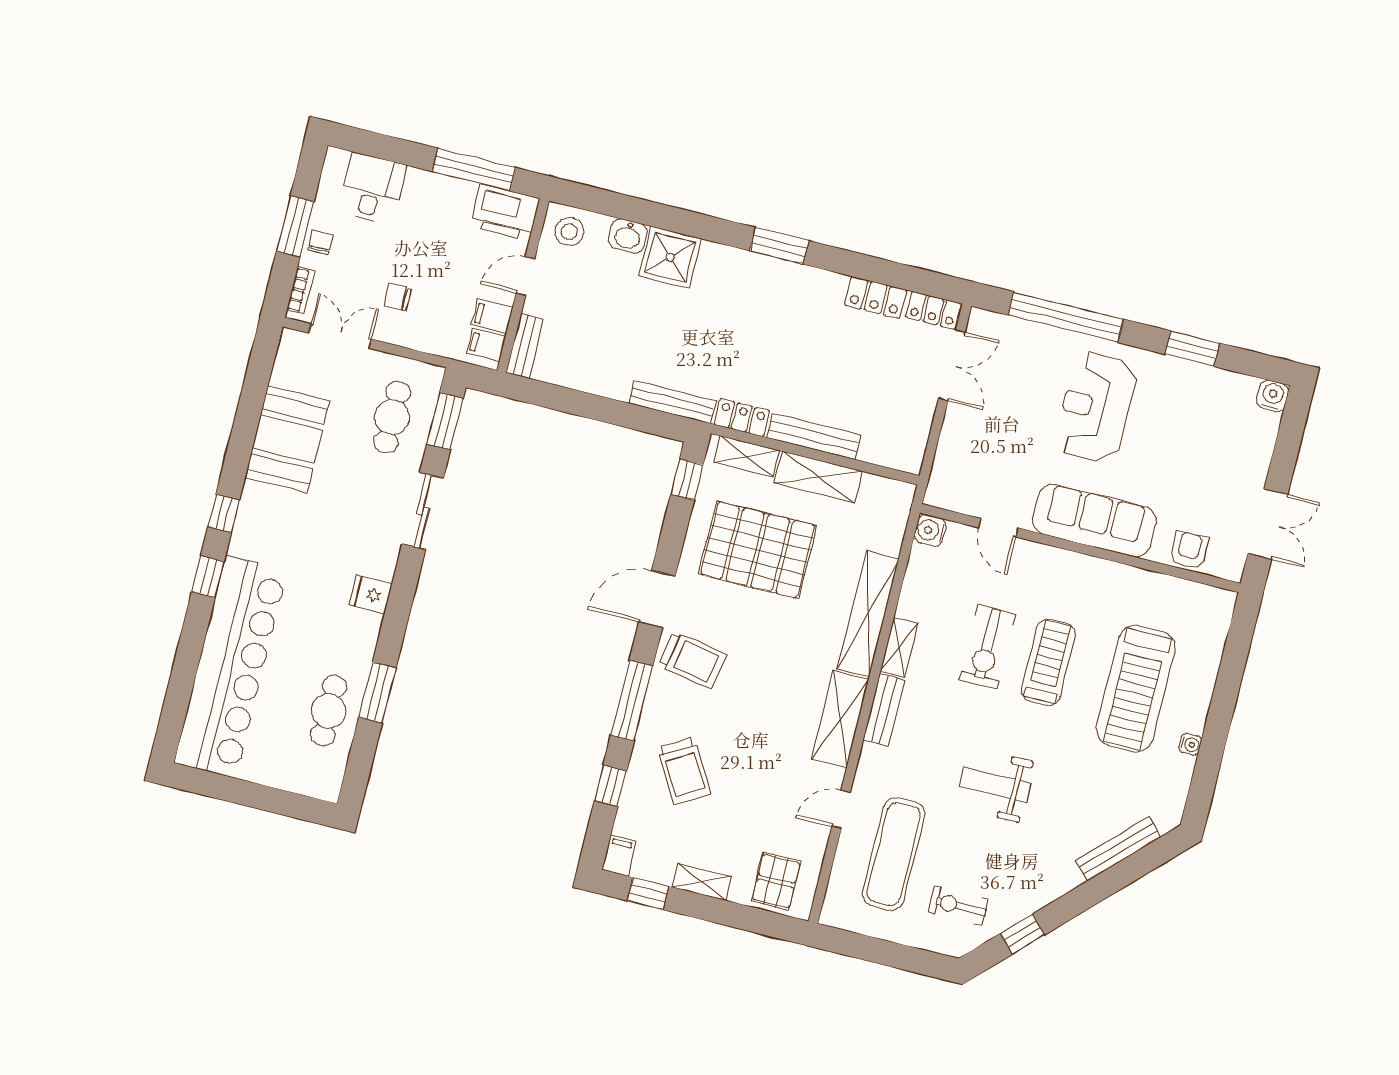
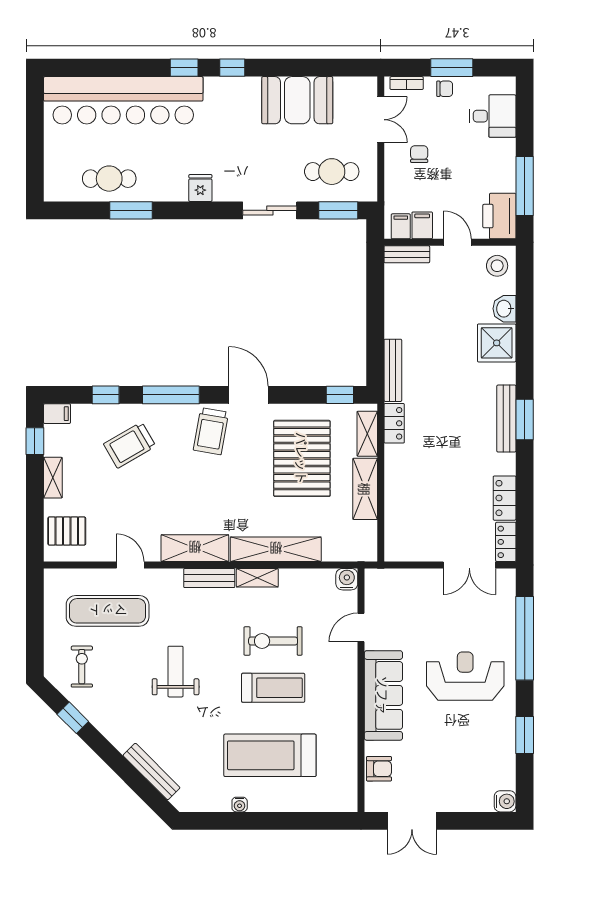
bench: (814, 437) -> (506, 419), moved

